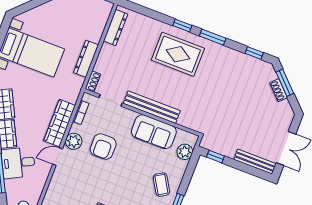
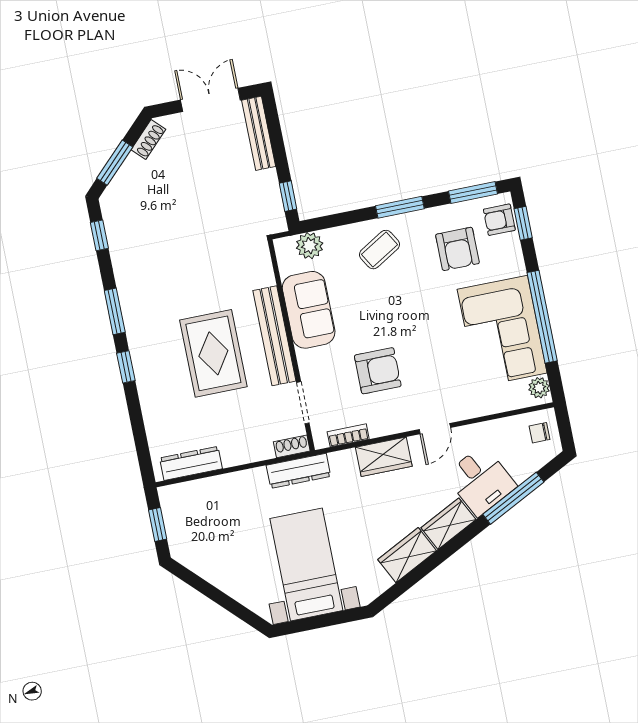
rug: (178, 54) -> (213, 353), moved
dresser: (86, 59) -> (299, 471), moved
shoe rack: (279, 90) -> (148, 140), moved
wardrobe: (60, 123) -> (384, 457), width x0.67
plant: (74, 141) -> (397, 419), removed
door: (58, 157) -> (435, 429), hinge flipped

